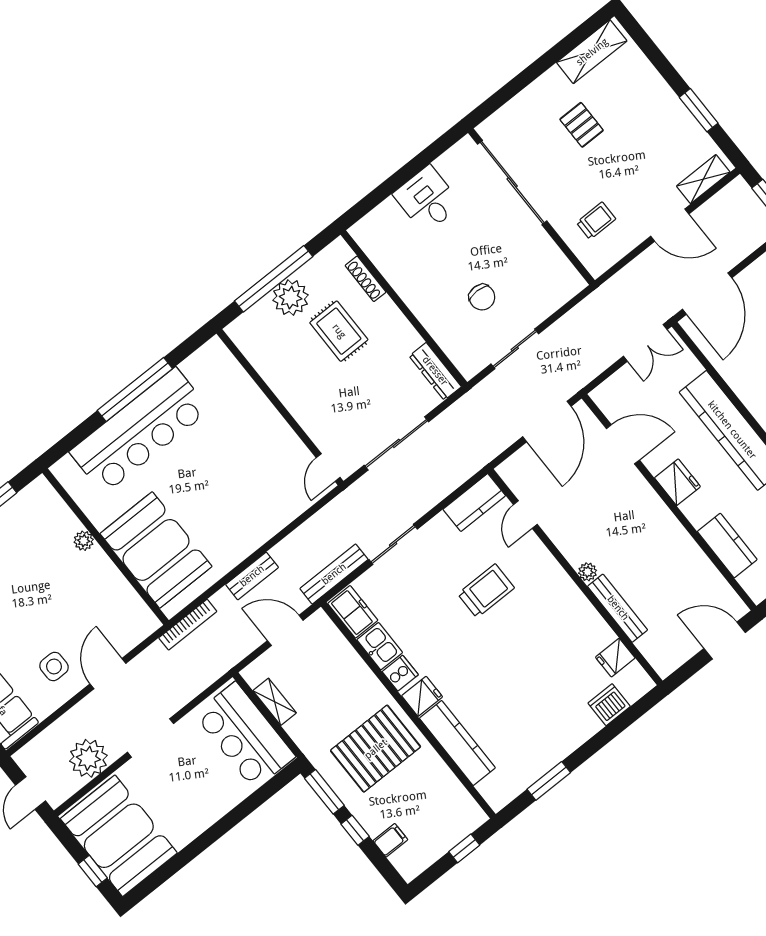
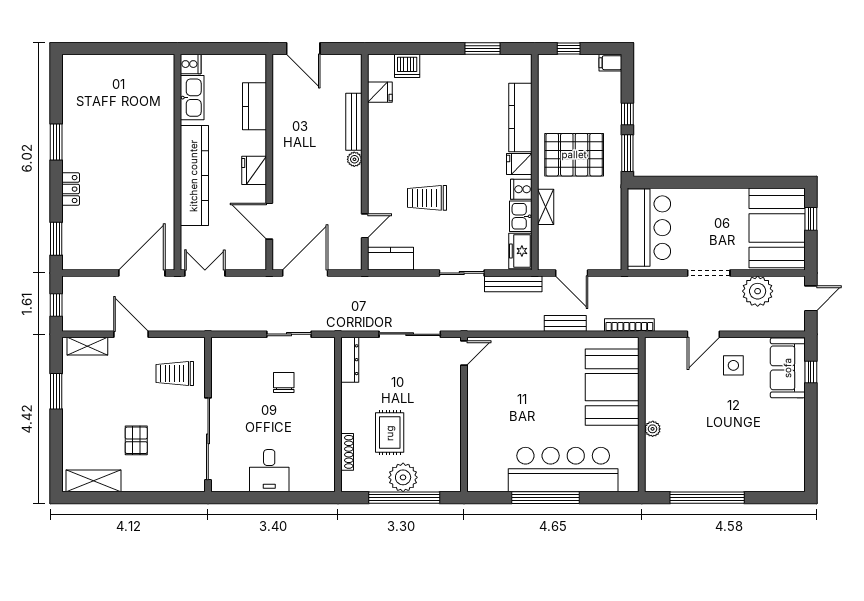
trolley: (596, 221) -> (175, 374), width x1.36, depth x1.39
shelving: (275, 702) -> (546, 207), moved
filing cabinet: (390, 840) -> (610, 63), moved

